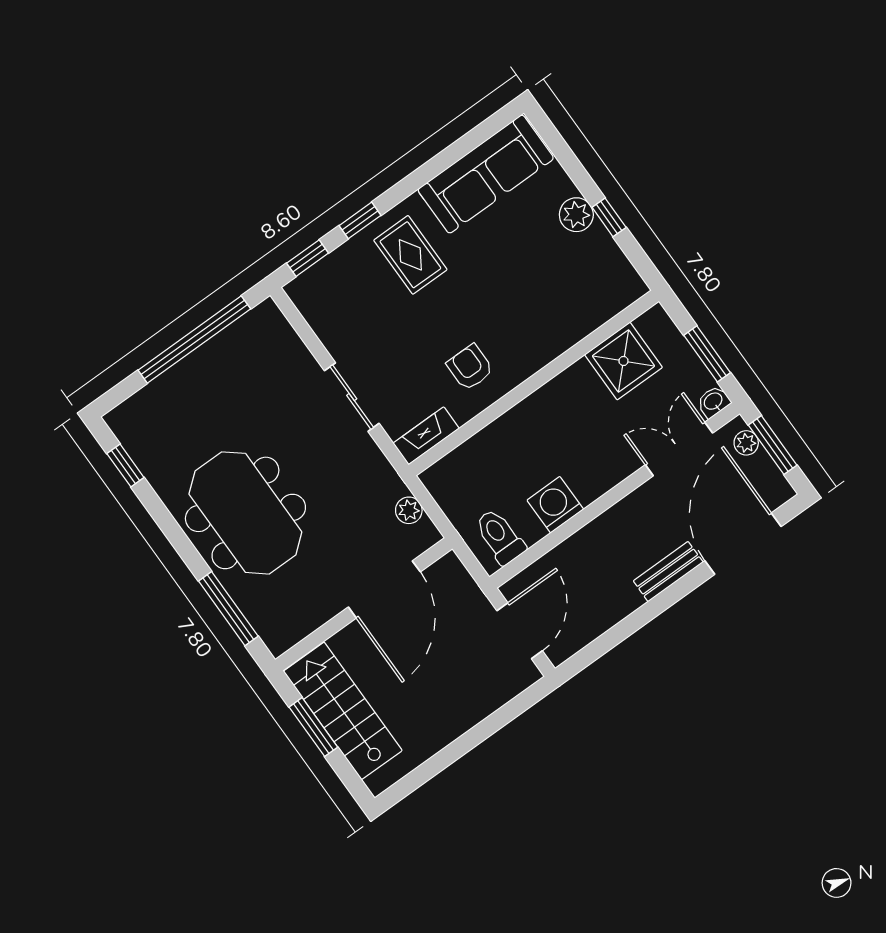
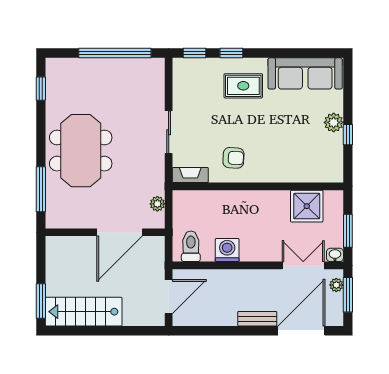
rug: (410, 255) -> (243, 86), turned 90
armchair: (470, 367) -> (233, 158), turned 93
stairs: (343, 711) -> (84, 312), moved, turned -90
window: (313, 727) -> (41, 301), moved

